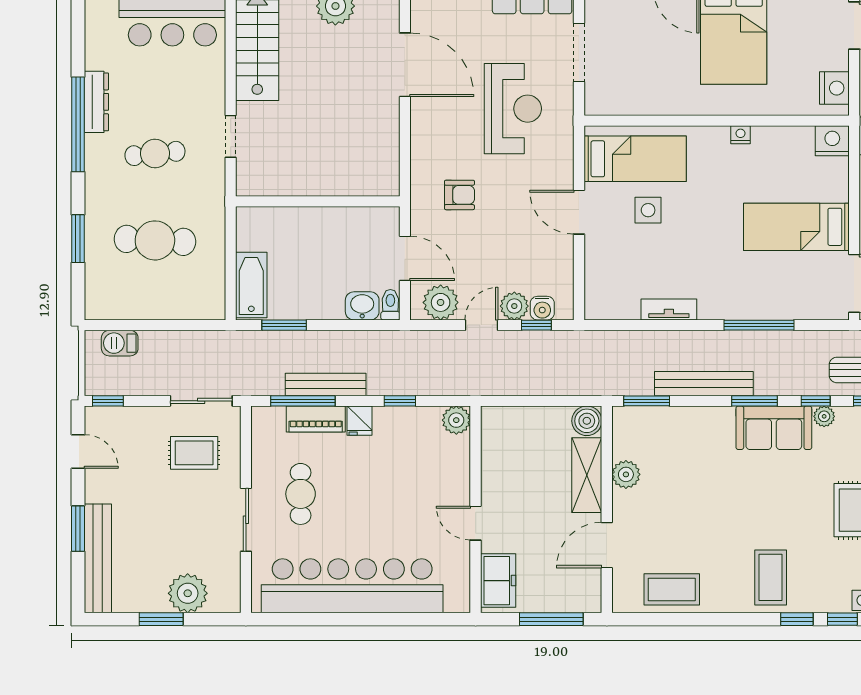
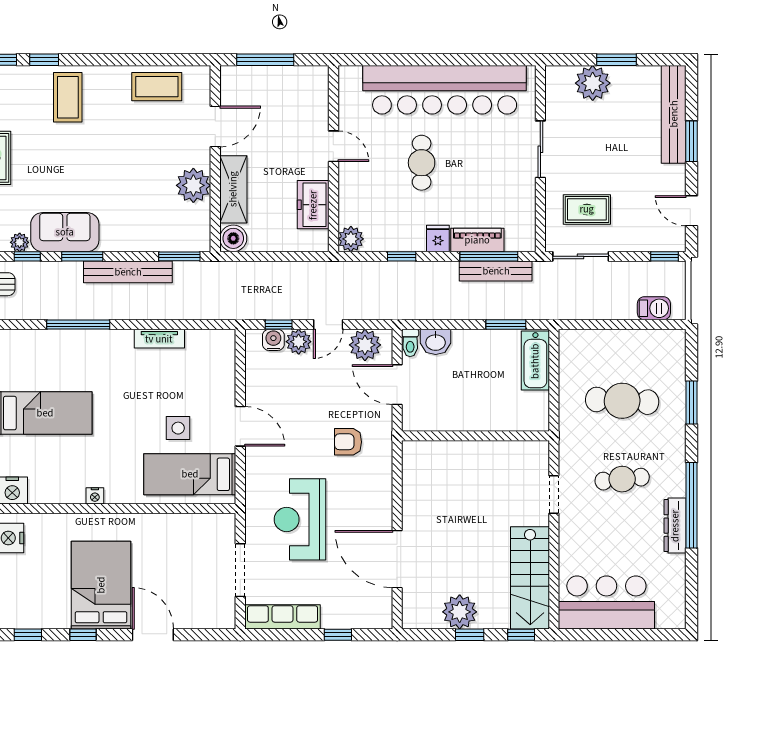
bench: (326, 384) -> (496, 271), moved
plant: (626, 474) -> (193, 185), width x1.36, depth x1.36
cafe table: (301, 494) -> (422, 163), moved
freezer: (498, 581) -> (313, 205), moved

